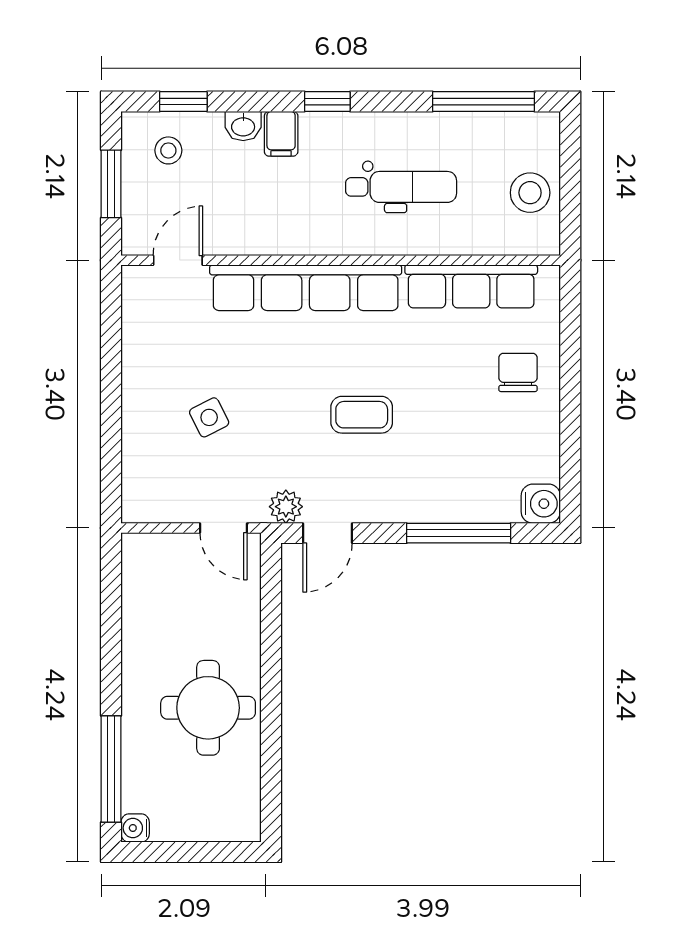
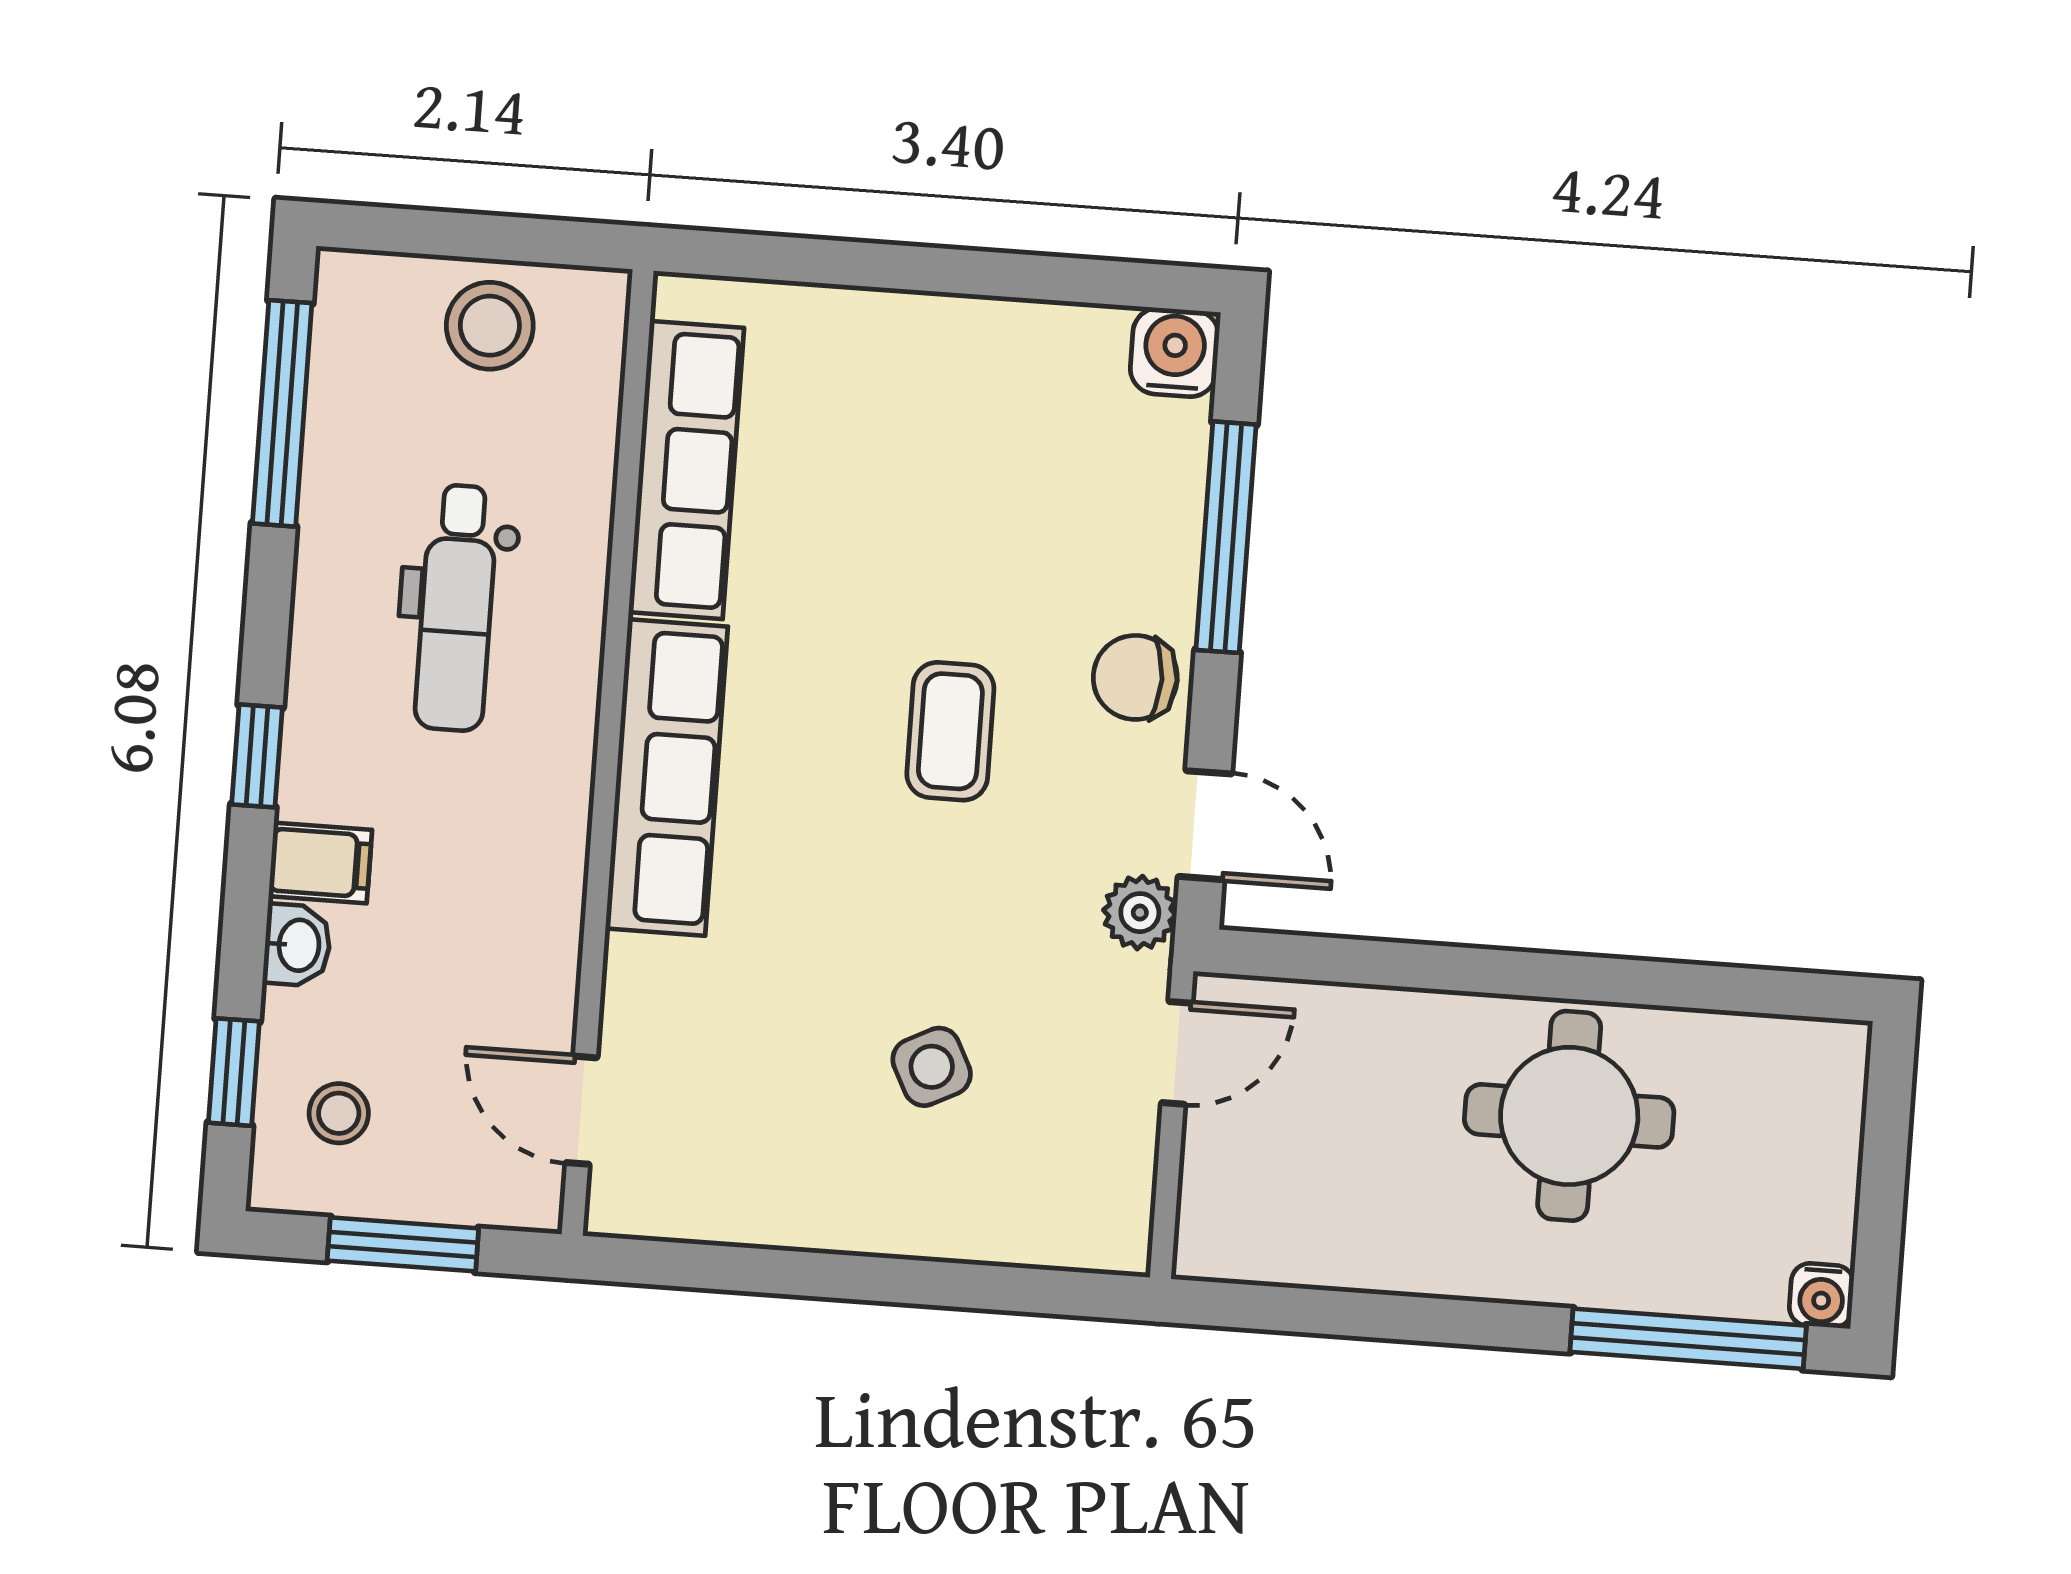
dental chair: (401, 187) -> (456, 608), turned 180
row of seats: (306, 288) -> (667, 777), width x0.73
chair: (518, 372) -> (1135, 677), moved

